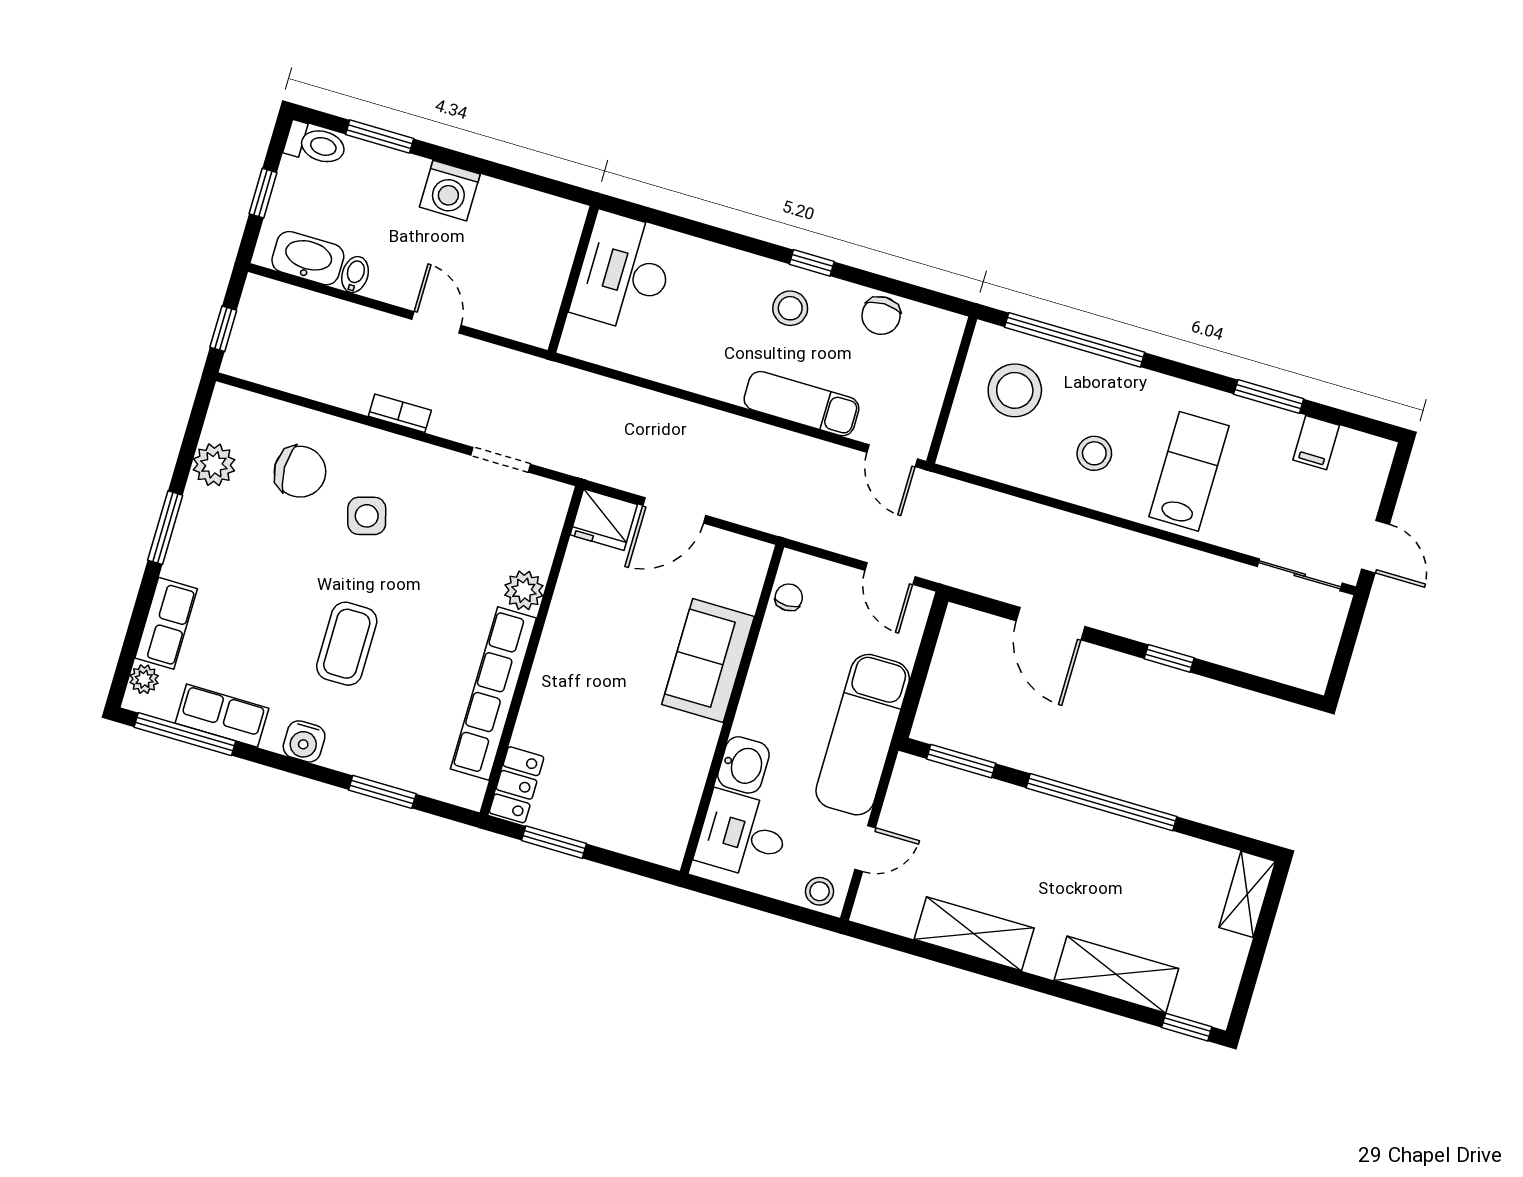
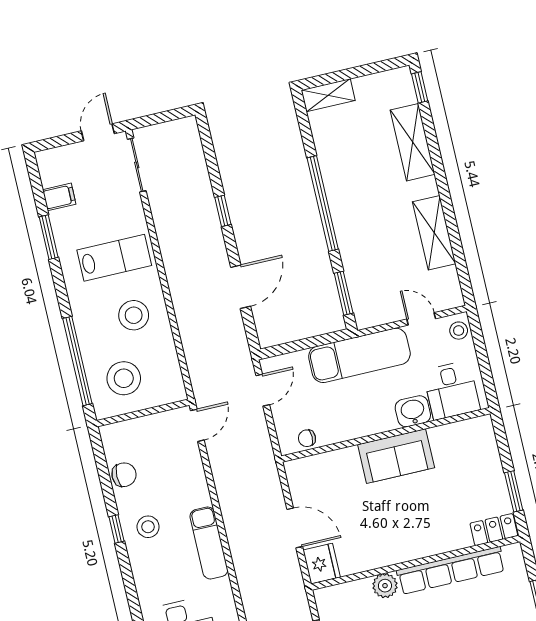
exam couch: (801, 404) -> (209, 543), moved
stool: (1094, 453) -> (134, 315), width x1.38, depth x1.38
lab bench: (1189, 471) -> (114, 258), turned 180
sofa: (708, 660) -> (396, 456), moved

